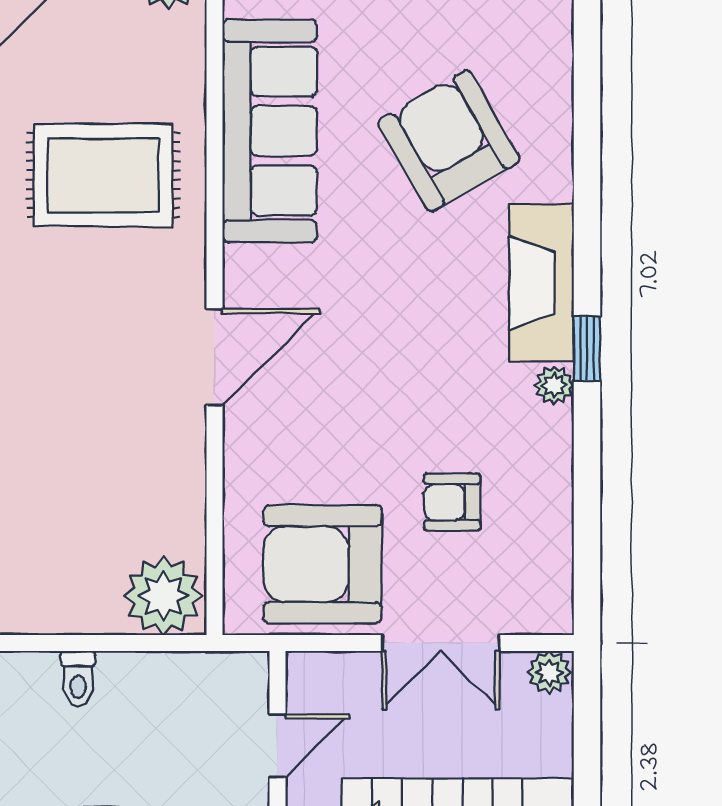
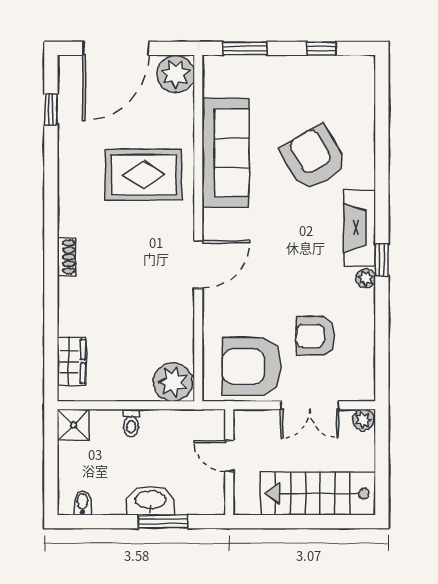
armchair: (452, 502) -> (315, 336), width x1.38, depth x1.38
door: (277, 746) -> (229, 456), swing flipped

